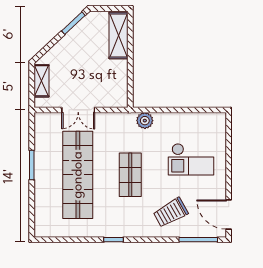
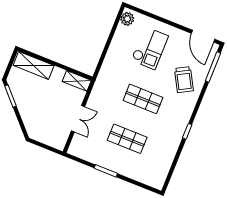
shelving: (41, 81) -> (77, 81), moved
plant: (145, 121) -> (127, 19), moved
shop shelf: (78, 175) -> (127, 139), width x0.50, depth x0.74
door: (229, 215) -> (203, 36), hinge flipped

